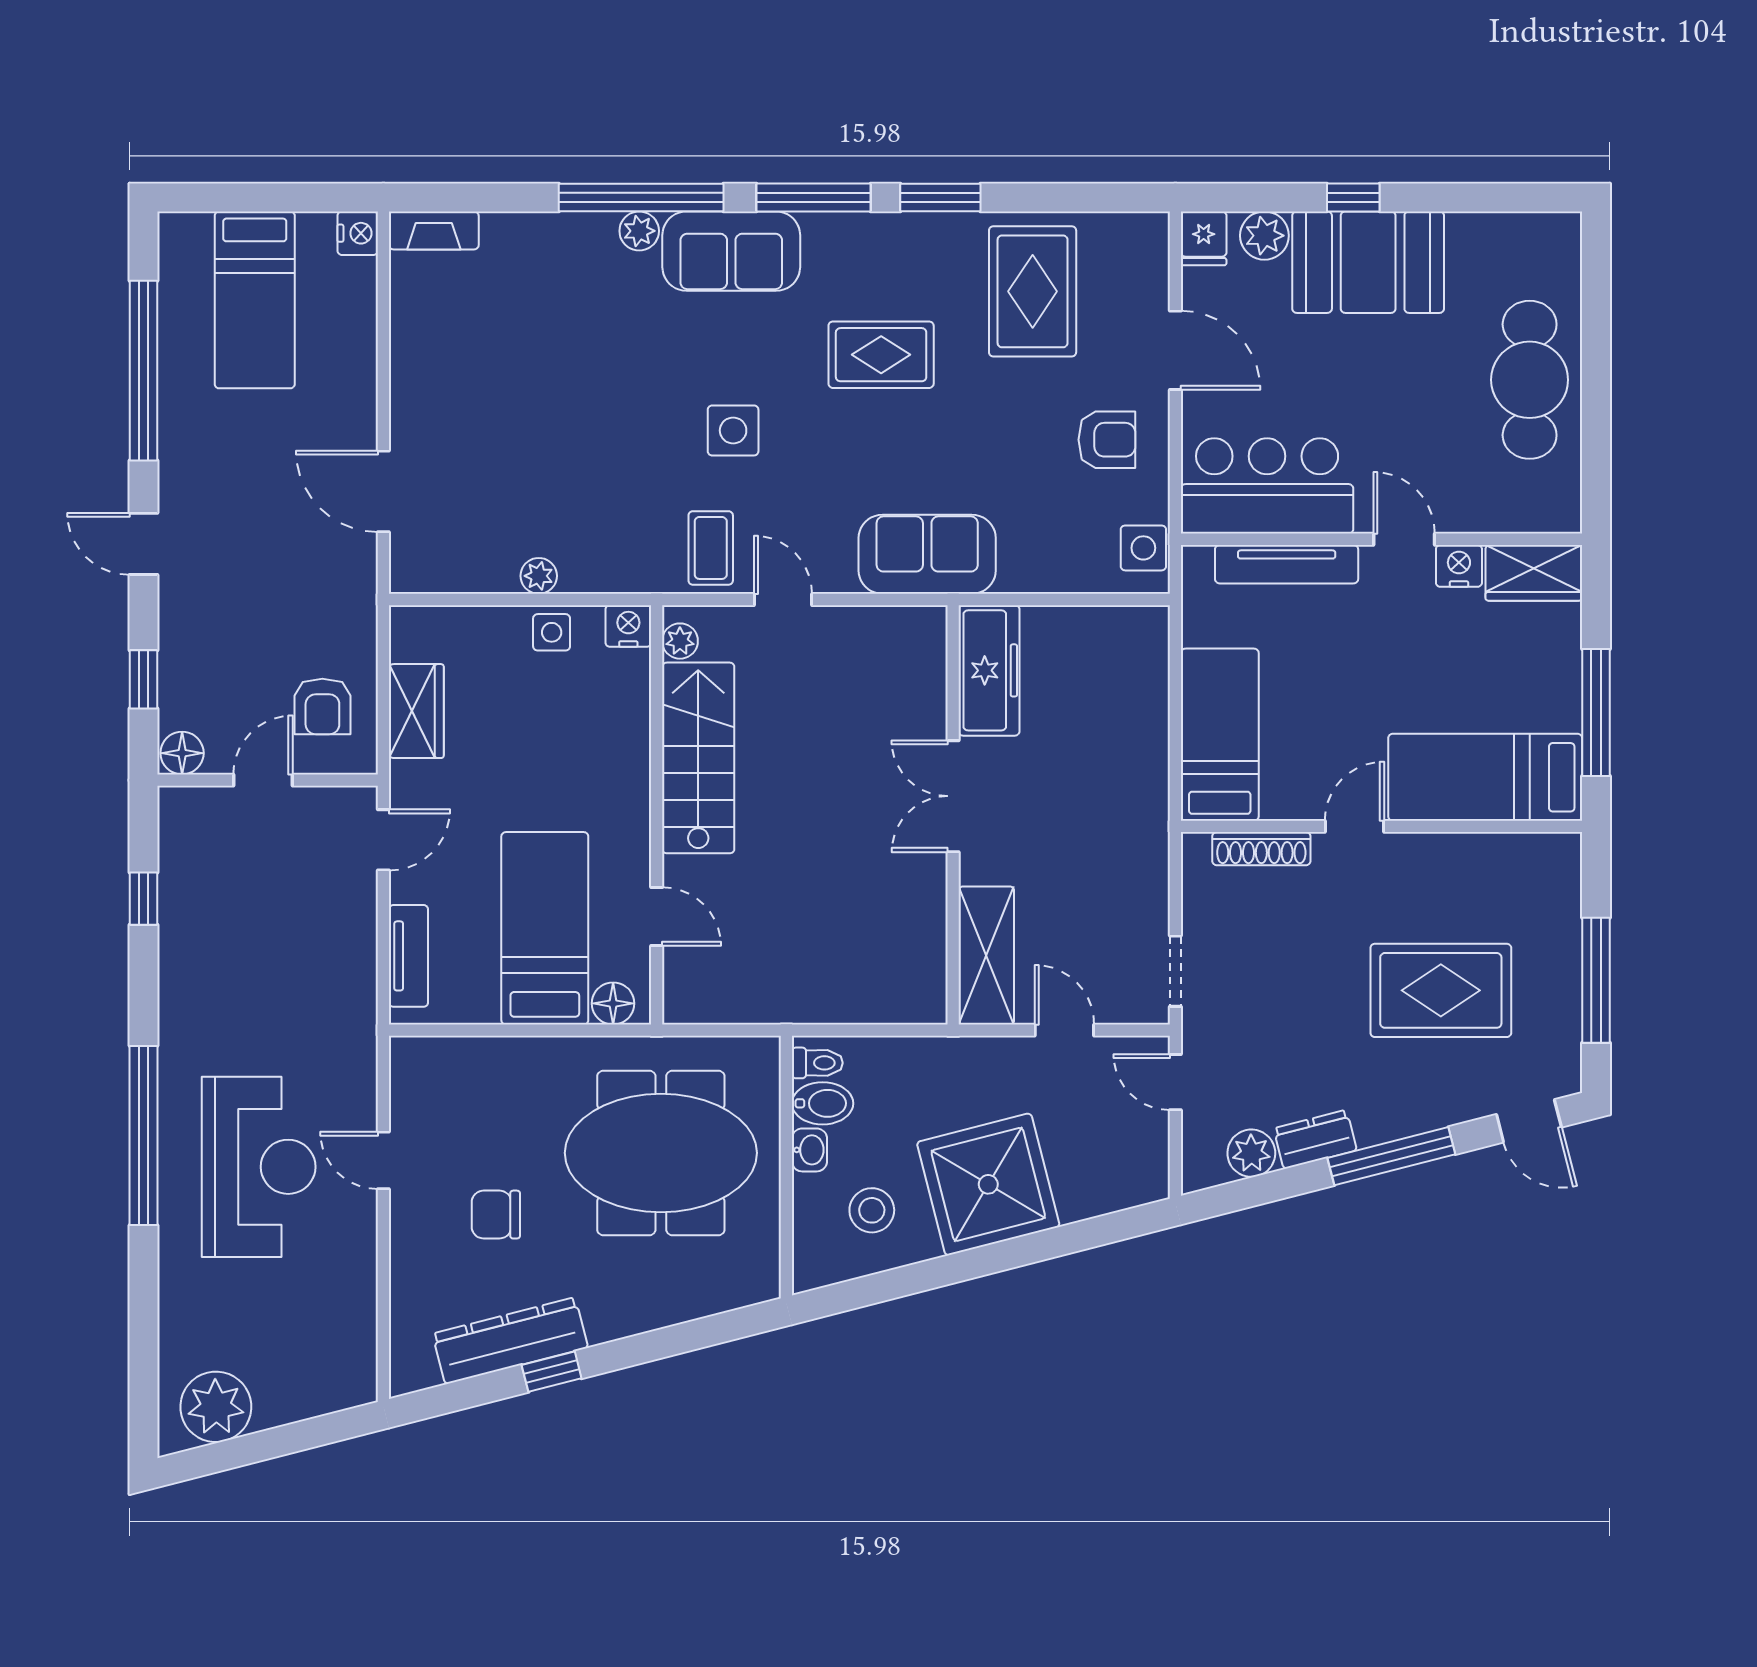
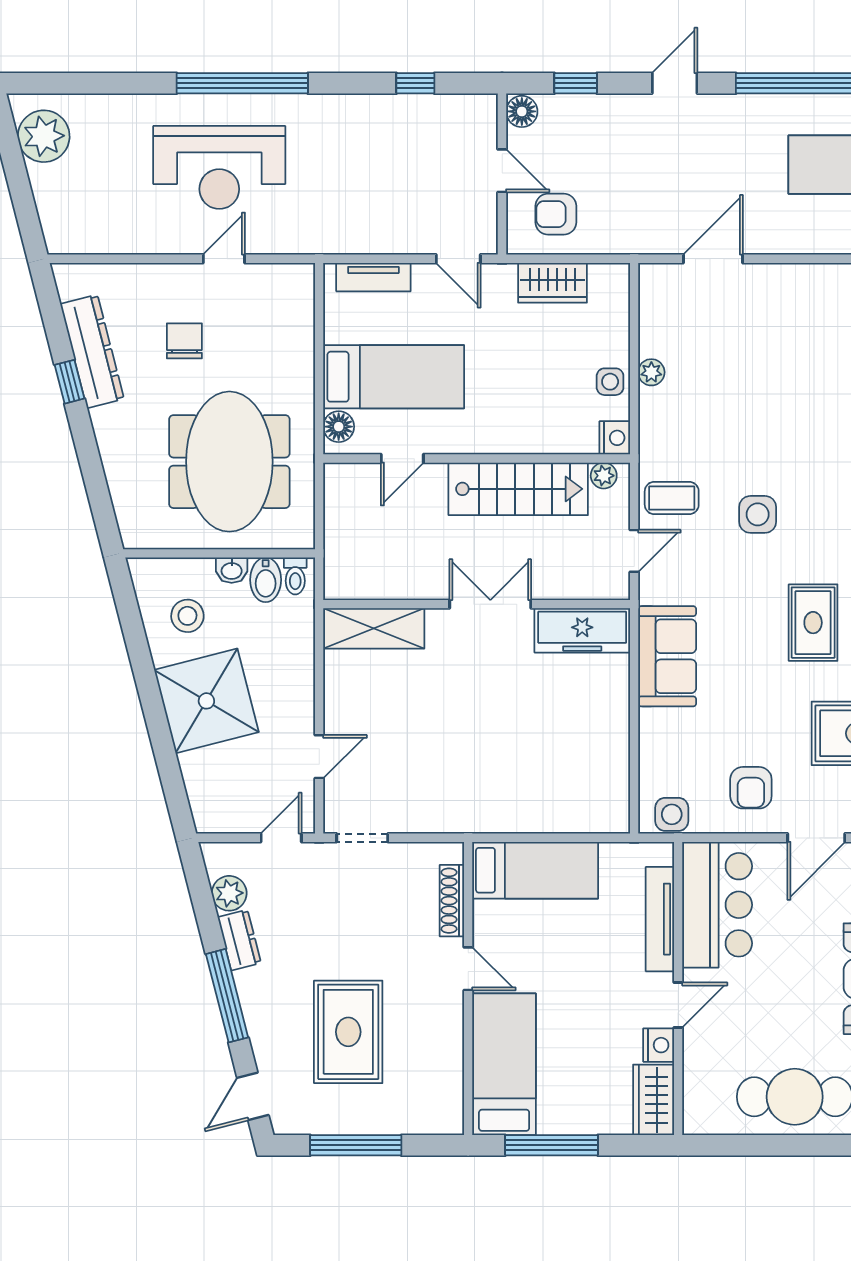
freezer: (989, 670) -> (582, 630), moved
double door: (953, 796) -> (490, 604), moved
wall: (953, 815) -> (477, 604), moved
shelving: (986, 955) -> (374, 628), moved

